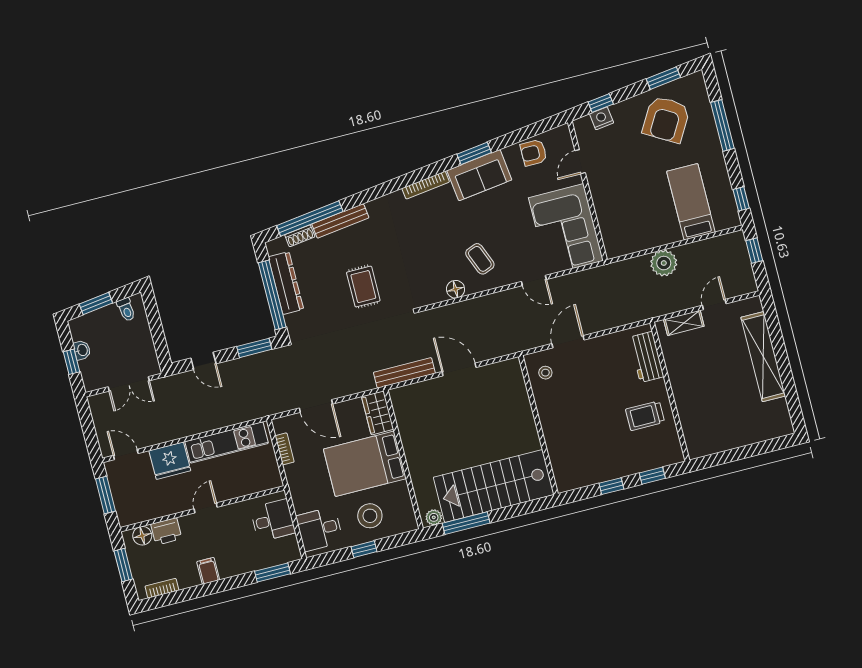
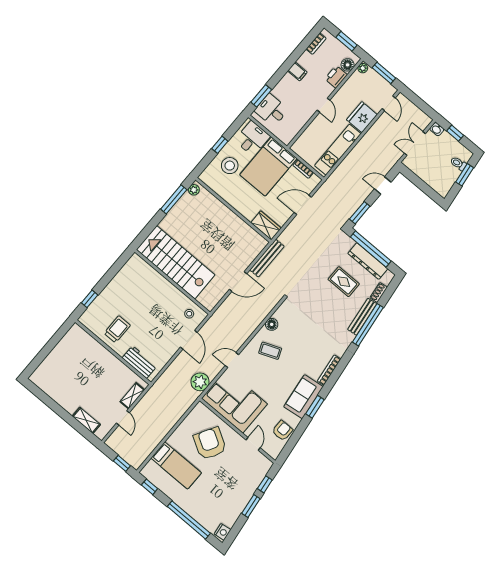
window: (663, 78) -> (251, 506), moved
nightstand: (602, 118) -> (222, 532), moved
armchair: (666, 119) -> (210, 443), moved
window: (722, 125) -> (189, 520), width x1.46
window: (310, 219) -> (368, 325), moved
plant: (664, 263) -> (200, 382), moved
rug: (363, 287) -> (344, 282), moved
toilet: (126, 310) -> (458, 164), moved
washbasin: (82, 350) -> (437, 129), moved
shelving: (763, 357) -> (86, 420), width x0.45, depth x0.75
door: (126, 454) -> (389, 103), hinge flipped
bed: (365, 464) -> (268, 167), moved, turned 180
stairs: (494, 486) -> (176, 262), moved, turned -90
window: (611, 486) -> (108, 277), removed
plant: (127, 519) -> (363, 68), added
desk: (273, 520) -> (271, 110), moved, turned 90

